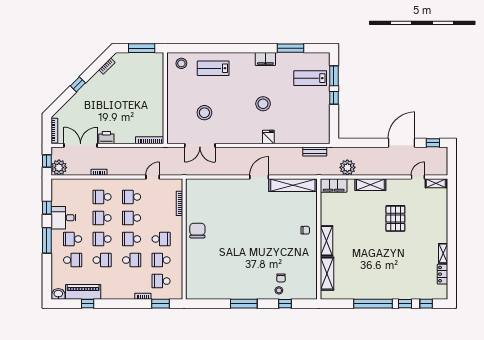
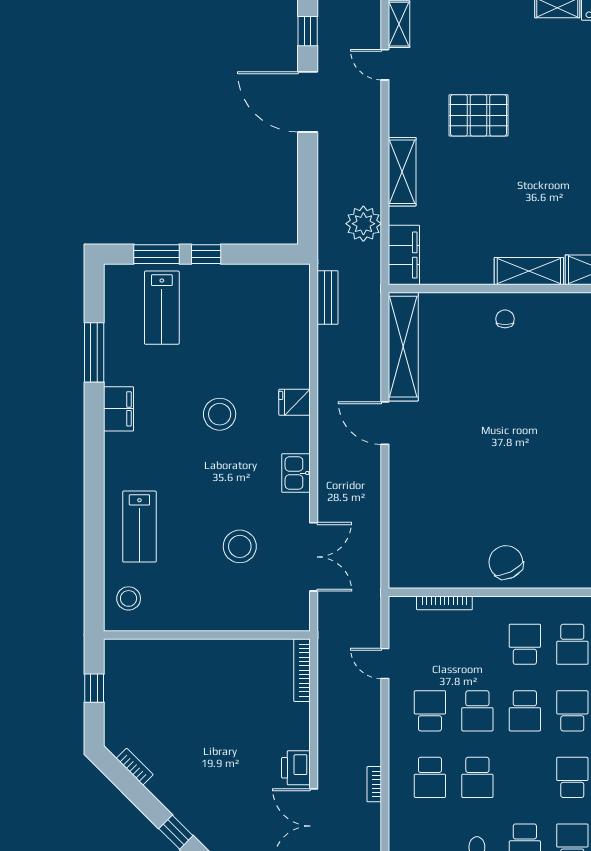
window: (142, 48) -> (94, 688), width x0.46
kitchen sink: (237, 138) -> (296, 473), added
school desk: (132, 197) -> (430, 711), turned 180
chair: (197, 231) -> (506, 562), turned 64
school desk: (102, 239) -> (525, 777), removed

